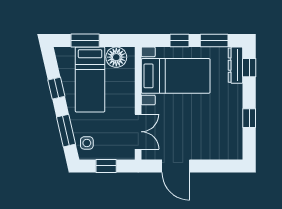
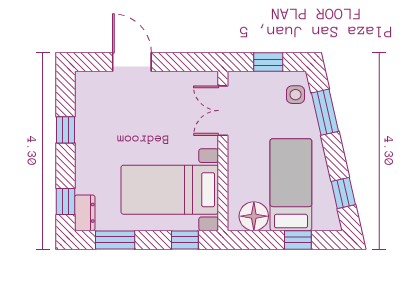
window: (85, 40) -> (298, 240), width x0.67
window: (180, 40) -> (185, 240), moved
dresser: (236, 65) -> (85, 213), width x0.70
window: (56, 88) -> (343, 193), moved
door: (176, 166) -> (132, 62), moved

